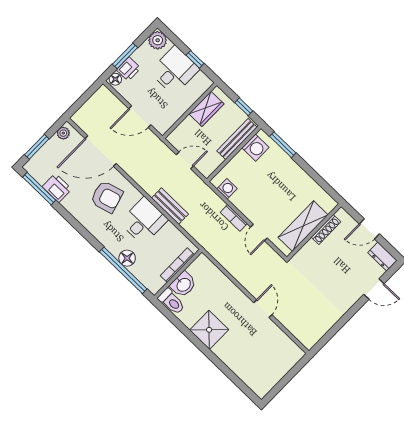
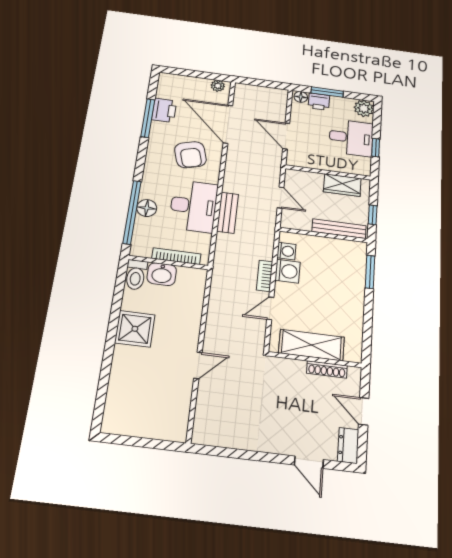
window: (37, 147) -> (188, 73), removed
washing machine: (255, 148) -> (288, 271), moved, turned -90
window: (39, 189) -> (148, 118), moved
desk: (144, 221) -> (194, 206), width x1.37

